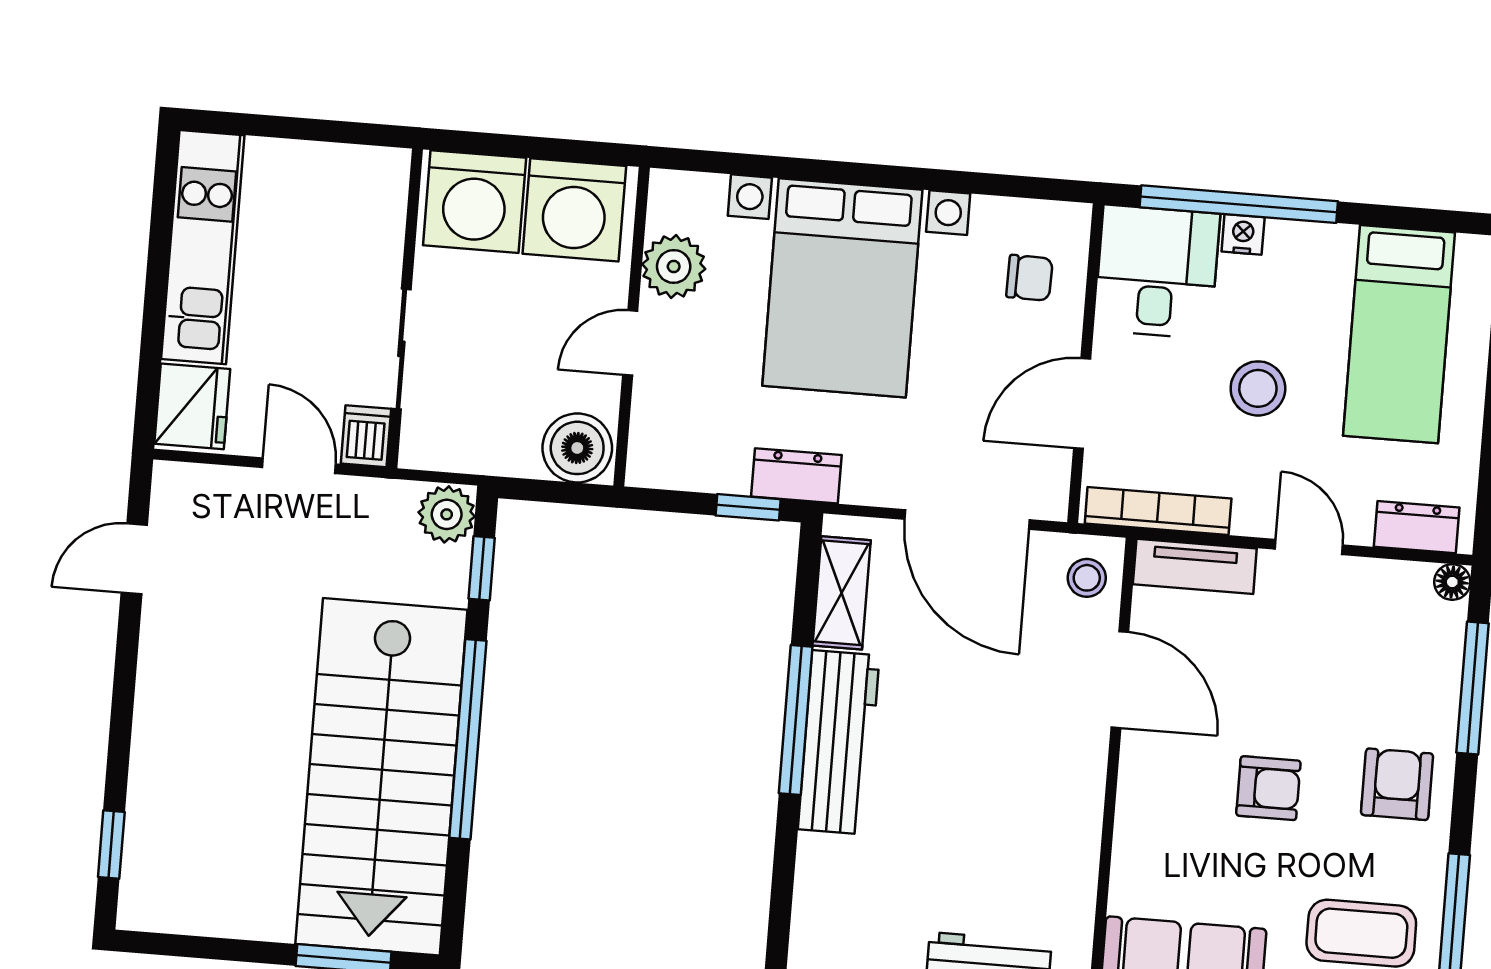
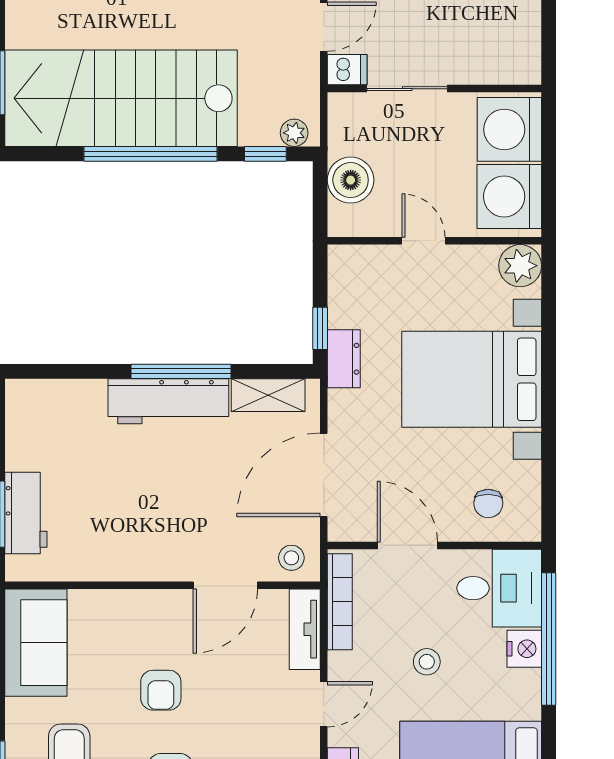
nightstand: (1243, 234) -> (524, 649), width x1.39, depth x1.35
plant: (674, 266) -> (520, 266), moved
stool: (1258, 388) -> (427, 662), width x0.73, depth x0.73
boiler: (577, 448) -> (351, 180), moved
plant: (447, 514) -> (294, 133), width x0.73, depth x0.73

